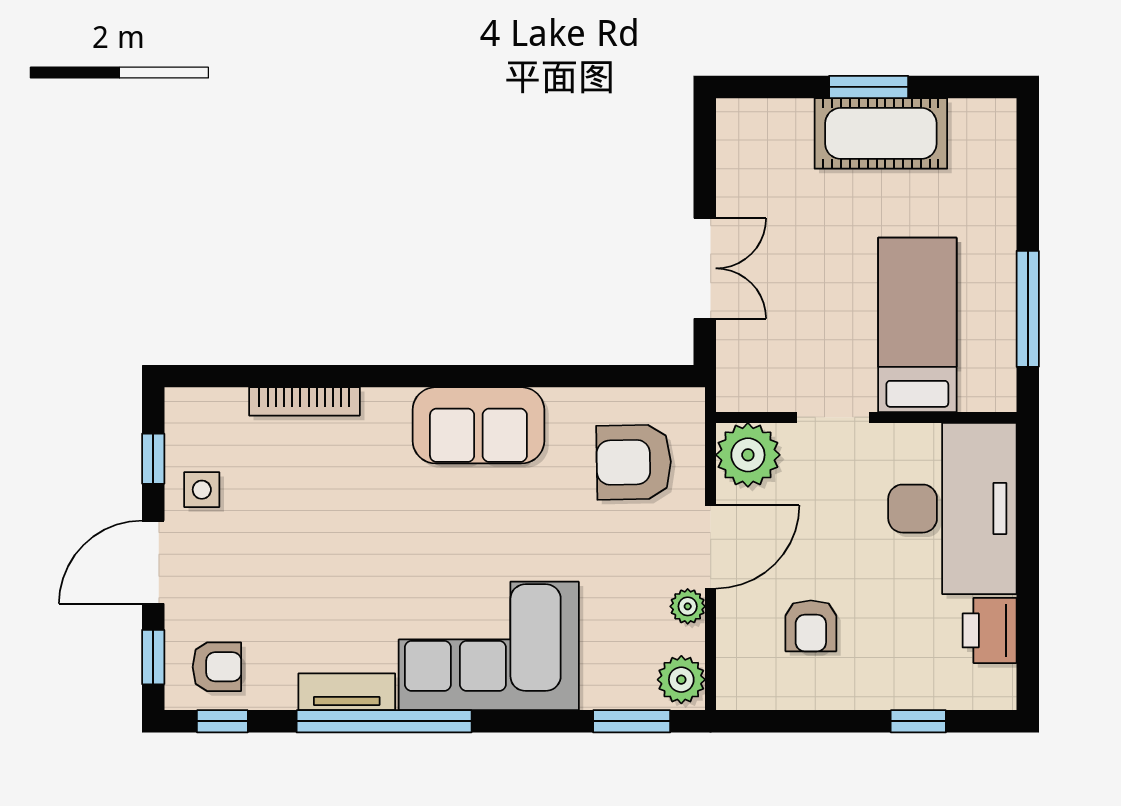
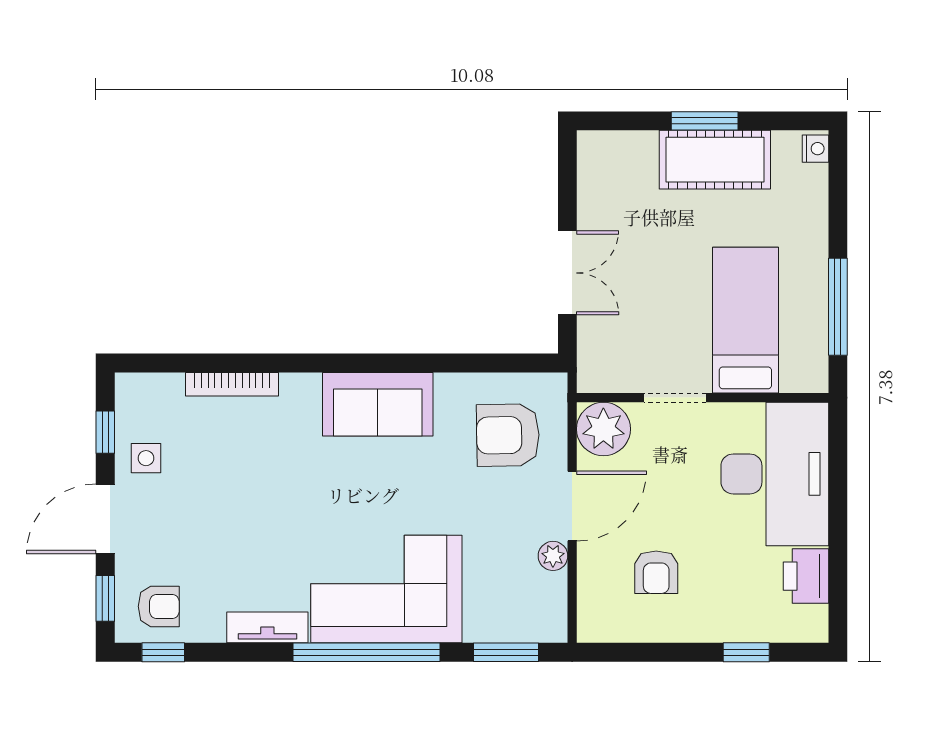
nightstand: (1001, 120) -> (815, 149), added
plant: (681, 680) -> (548, 617), removed
window: (384, 721) -> (367, 652), moved

